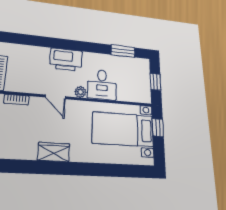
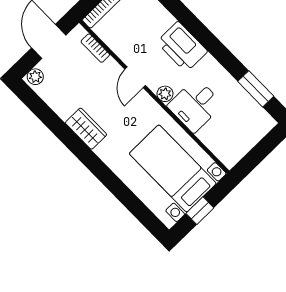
window: (155, 82) -> (259, 153), removed
window: (158, 128) -> (200, 211), moved

